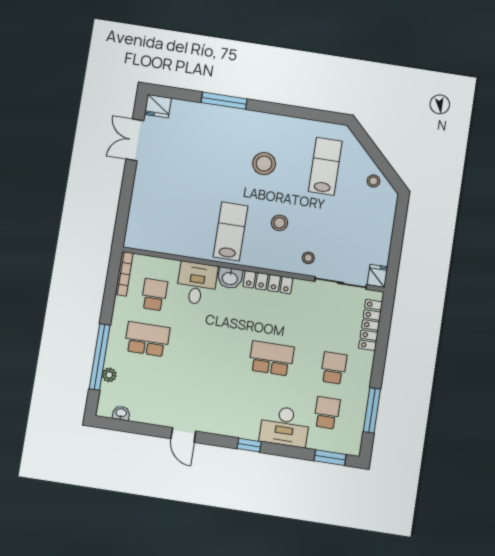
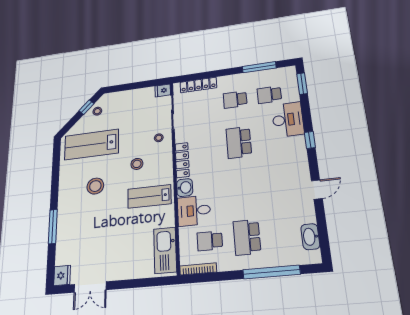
lab bench: (325, 166) -> (92, 144), width x1.36, depth x1.39
window: (384, 167) -> (86, 107), added
kitchen sink: (157, 239) -> (165, 250), added
plant: (109, 375) -> (284, 260), removed
washbasin: (121, 413) -> (310, 237), width x1.91, depth x1.45

